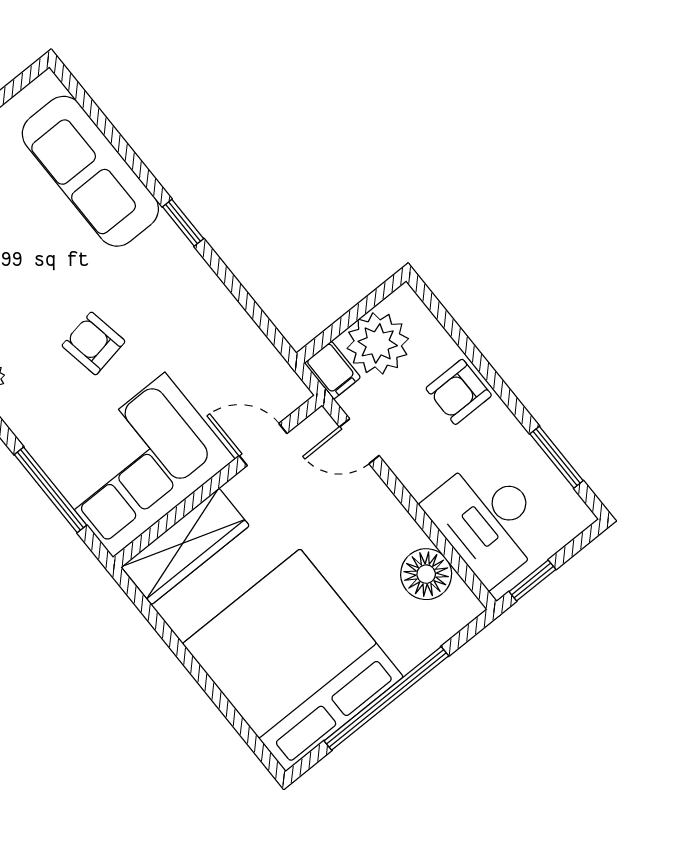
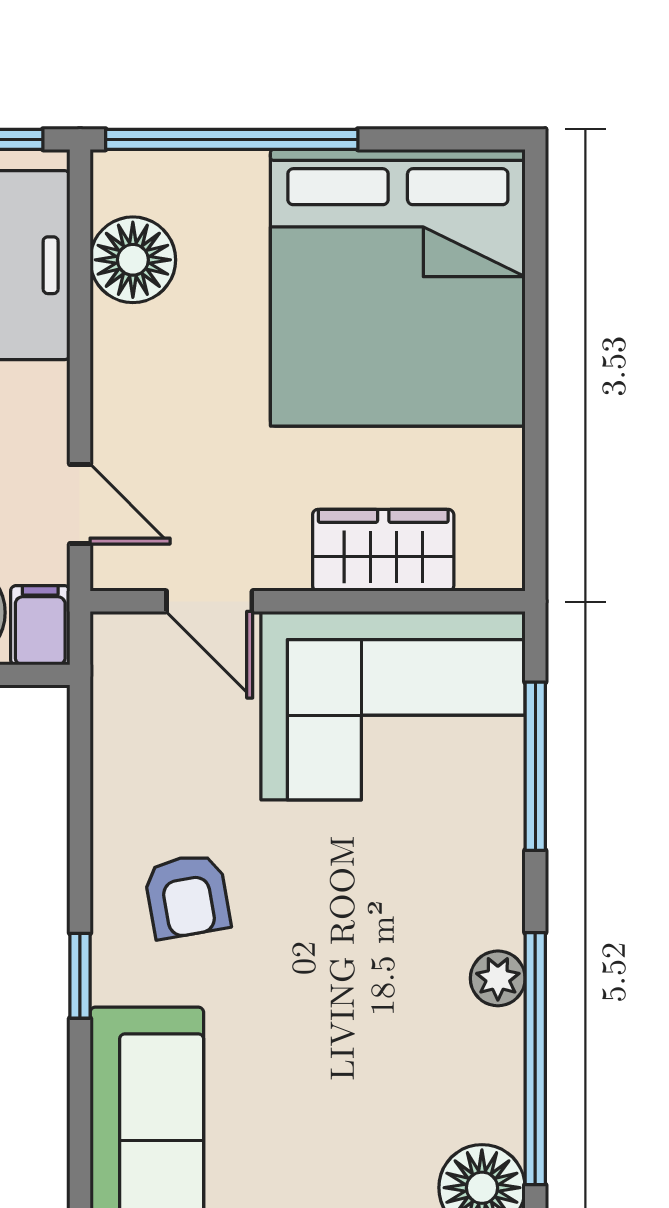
armchair: (93, 343) -> (187, 896), moved
wardrobe: (185, 546) -> (383, 550), width x0.67
window: (386, 698) -> (232, 139), moved

